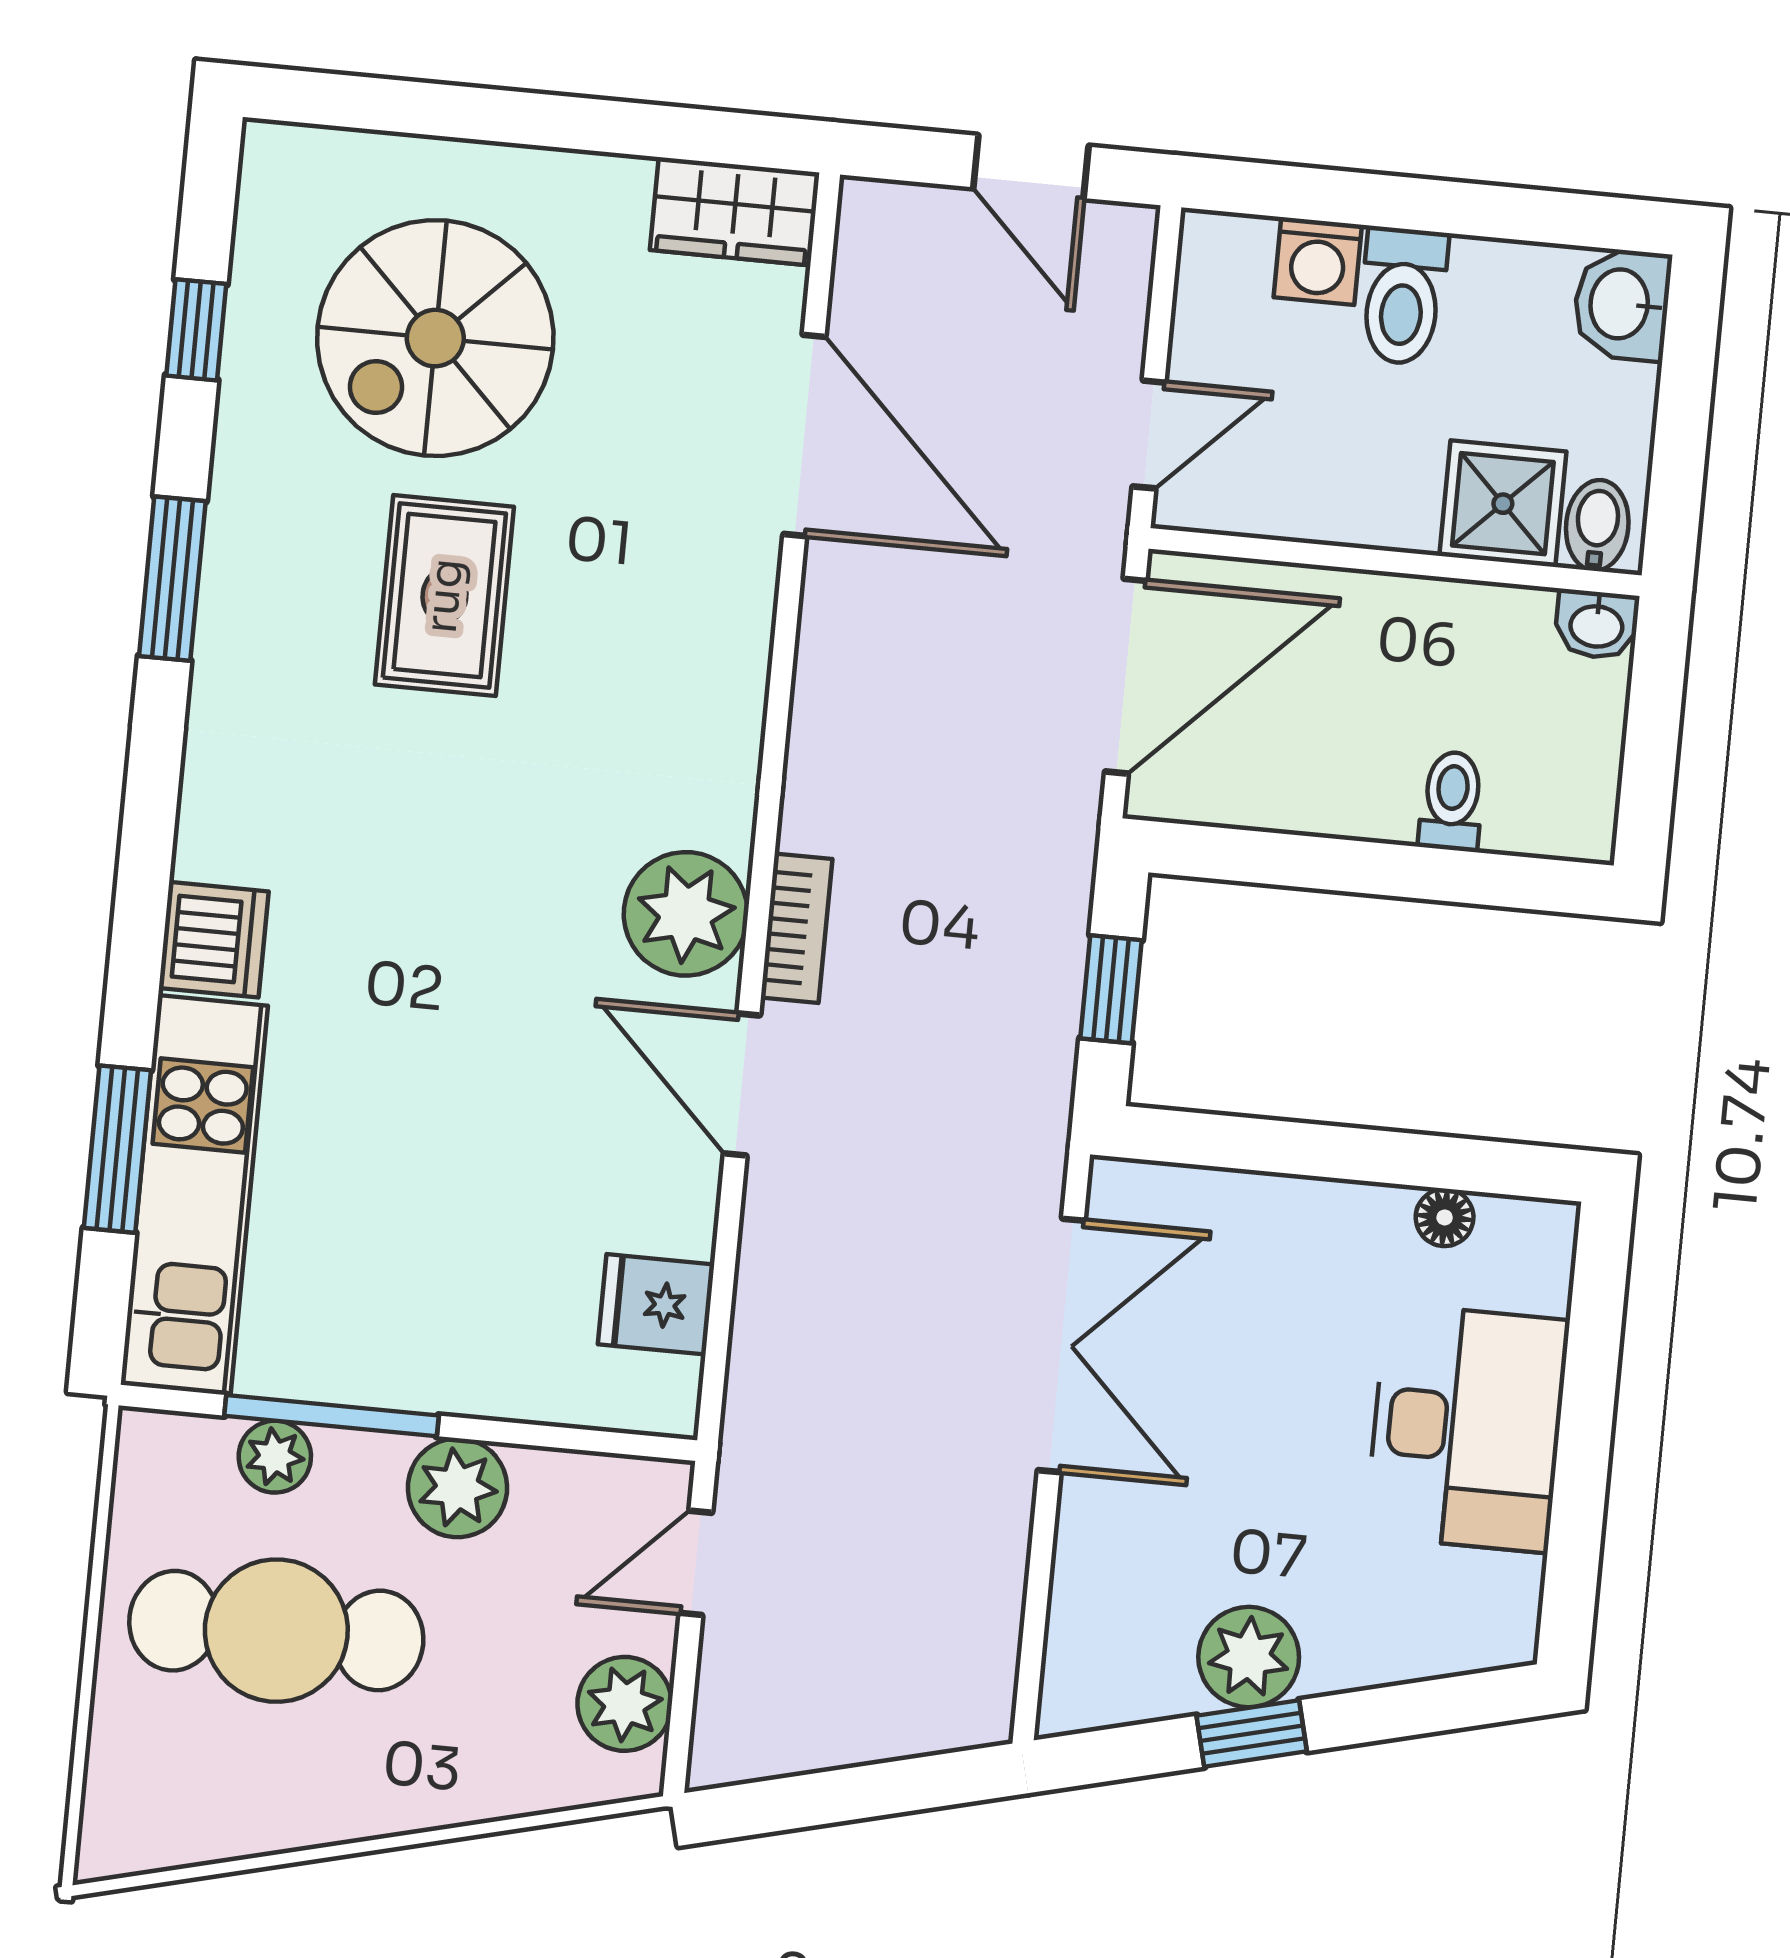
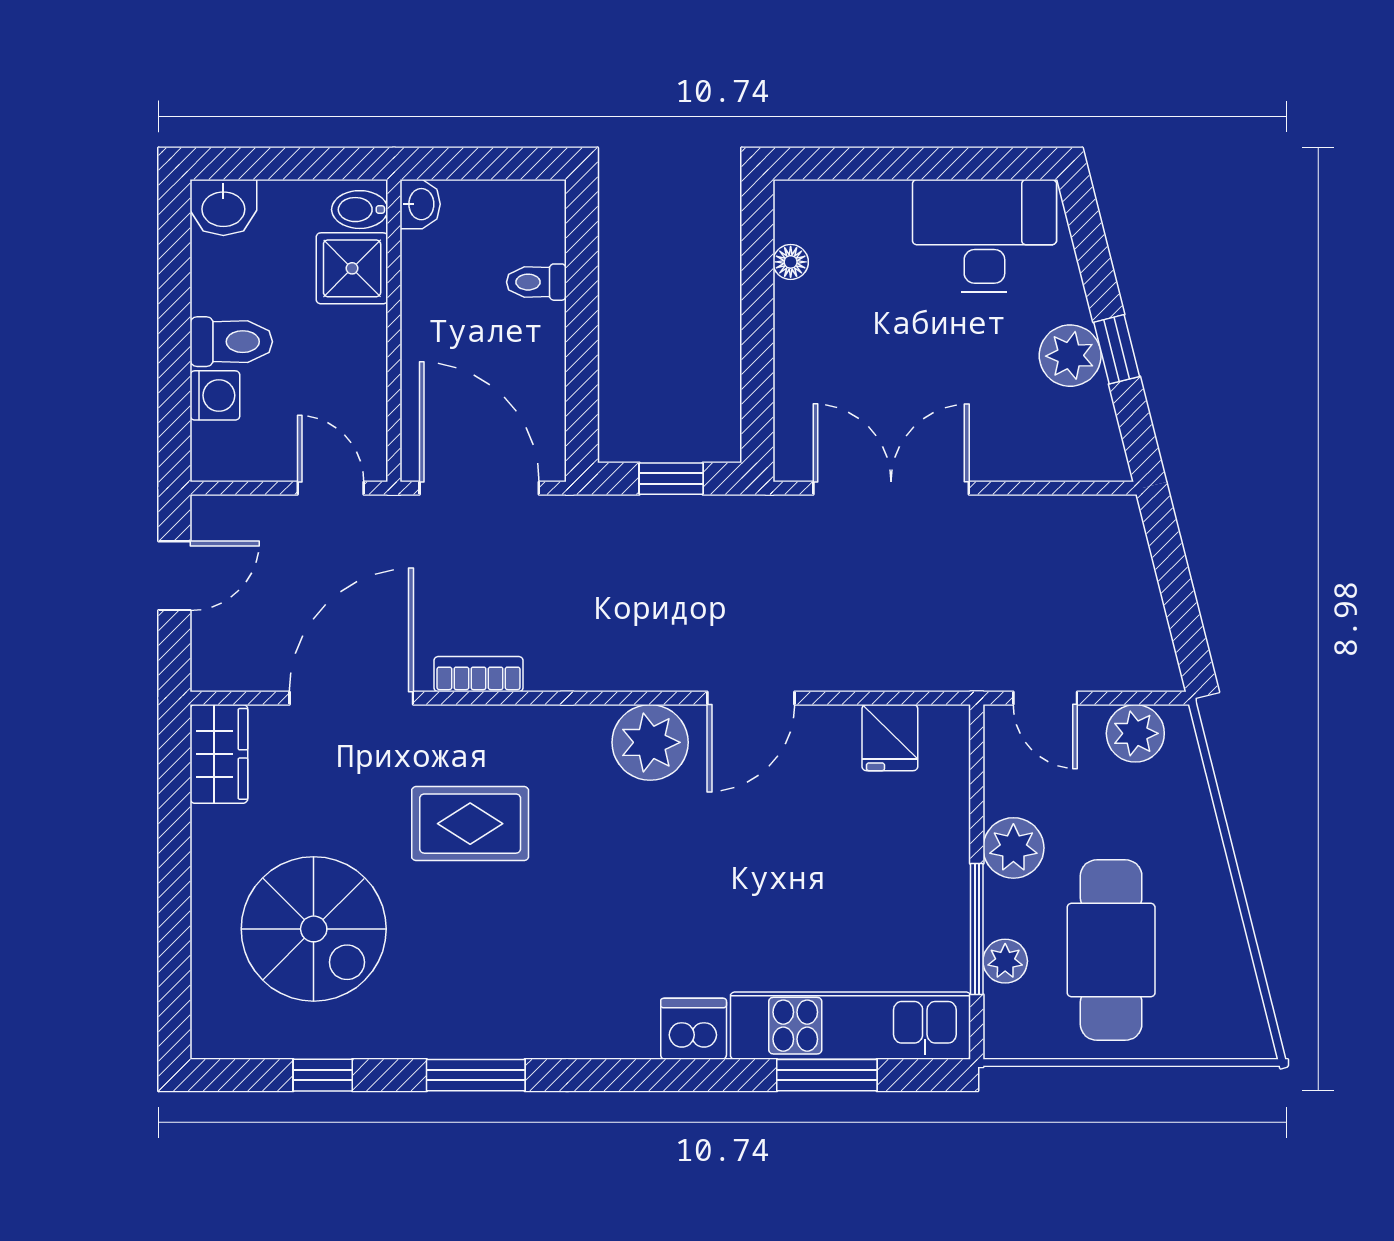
rug: (444, 596) -> (470, 824), moved
bookcase: (796, 928) -> (478, 674), moved
desk: (1467, 1428) -> (984, 236), moved

